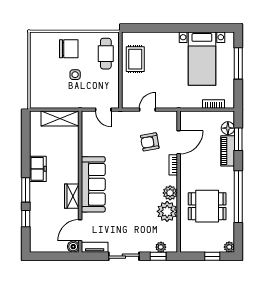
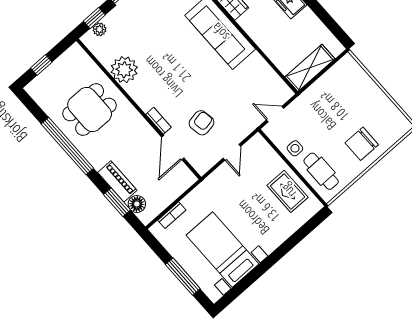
side table: (75, 75) -> (295, 148), moved
plant: (170, 193) -> (137, 91), removed
plant: (229, 247) -> (33, 89), removed

